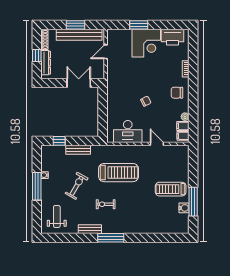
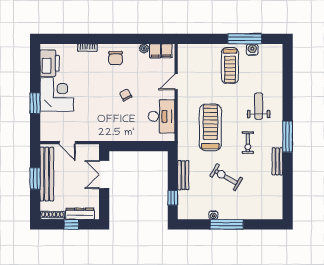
weight bench: (57, 216) -> (259, 106), moved, turned 90

